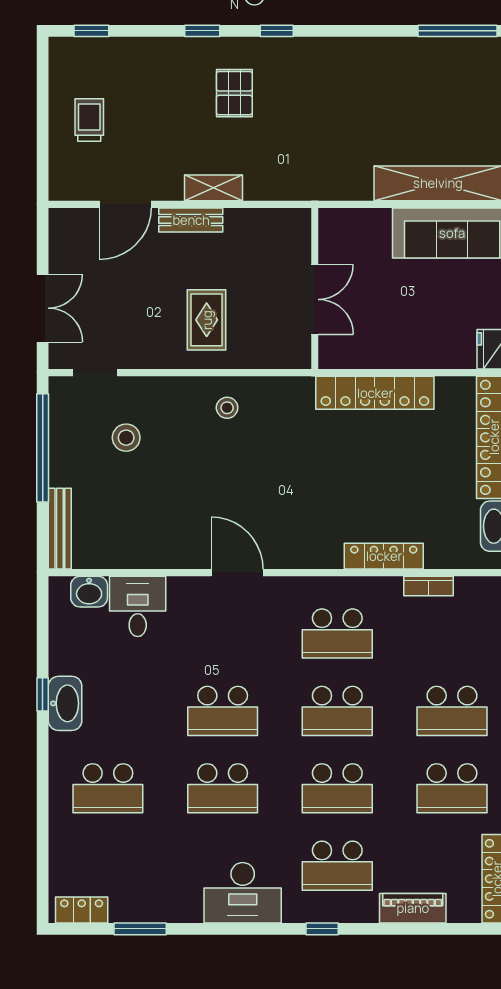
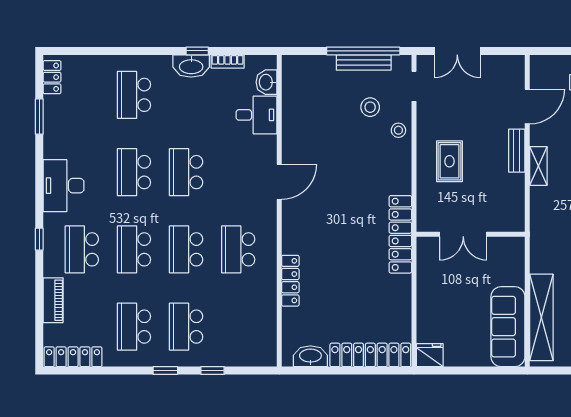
door: (125, 204) -> (527, 107), swing flipped
rug: (207, 320) -> (449, 161), turned 90
locker: (375, 393) -> (400, 234), moved
stool: (227, 408) -> (398, 130), moved
bench: (60, 529) -> (364, 62), moved
bookcase: (429, 586) -> (228, 61), moved, turned -90

